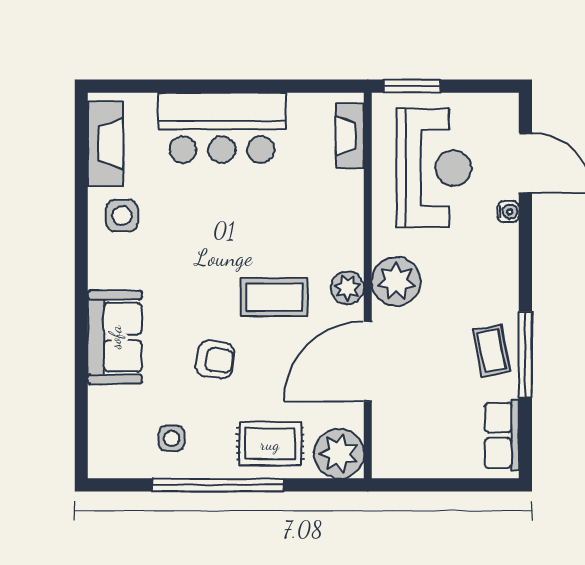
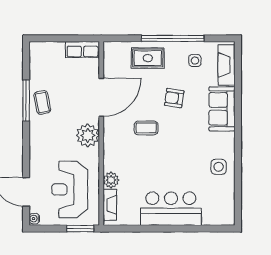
fireplace: (105, 144) -> (226, 65), moved
water cooler: (508, 212) -> (34, 219), moved
plant: (347, 288) -> (111, 180), moved
coffee table: (274, 297) -> (146, 128), width x0.73, depth x0.77
row of seats: (502, 435) -> (82, 50), moved, turned 90
plant: (339, 454) -> (115, 53), removed

